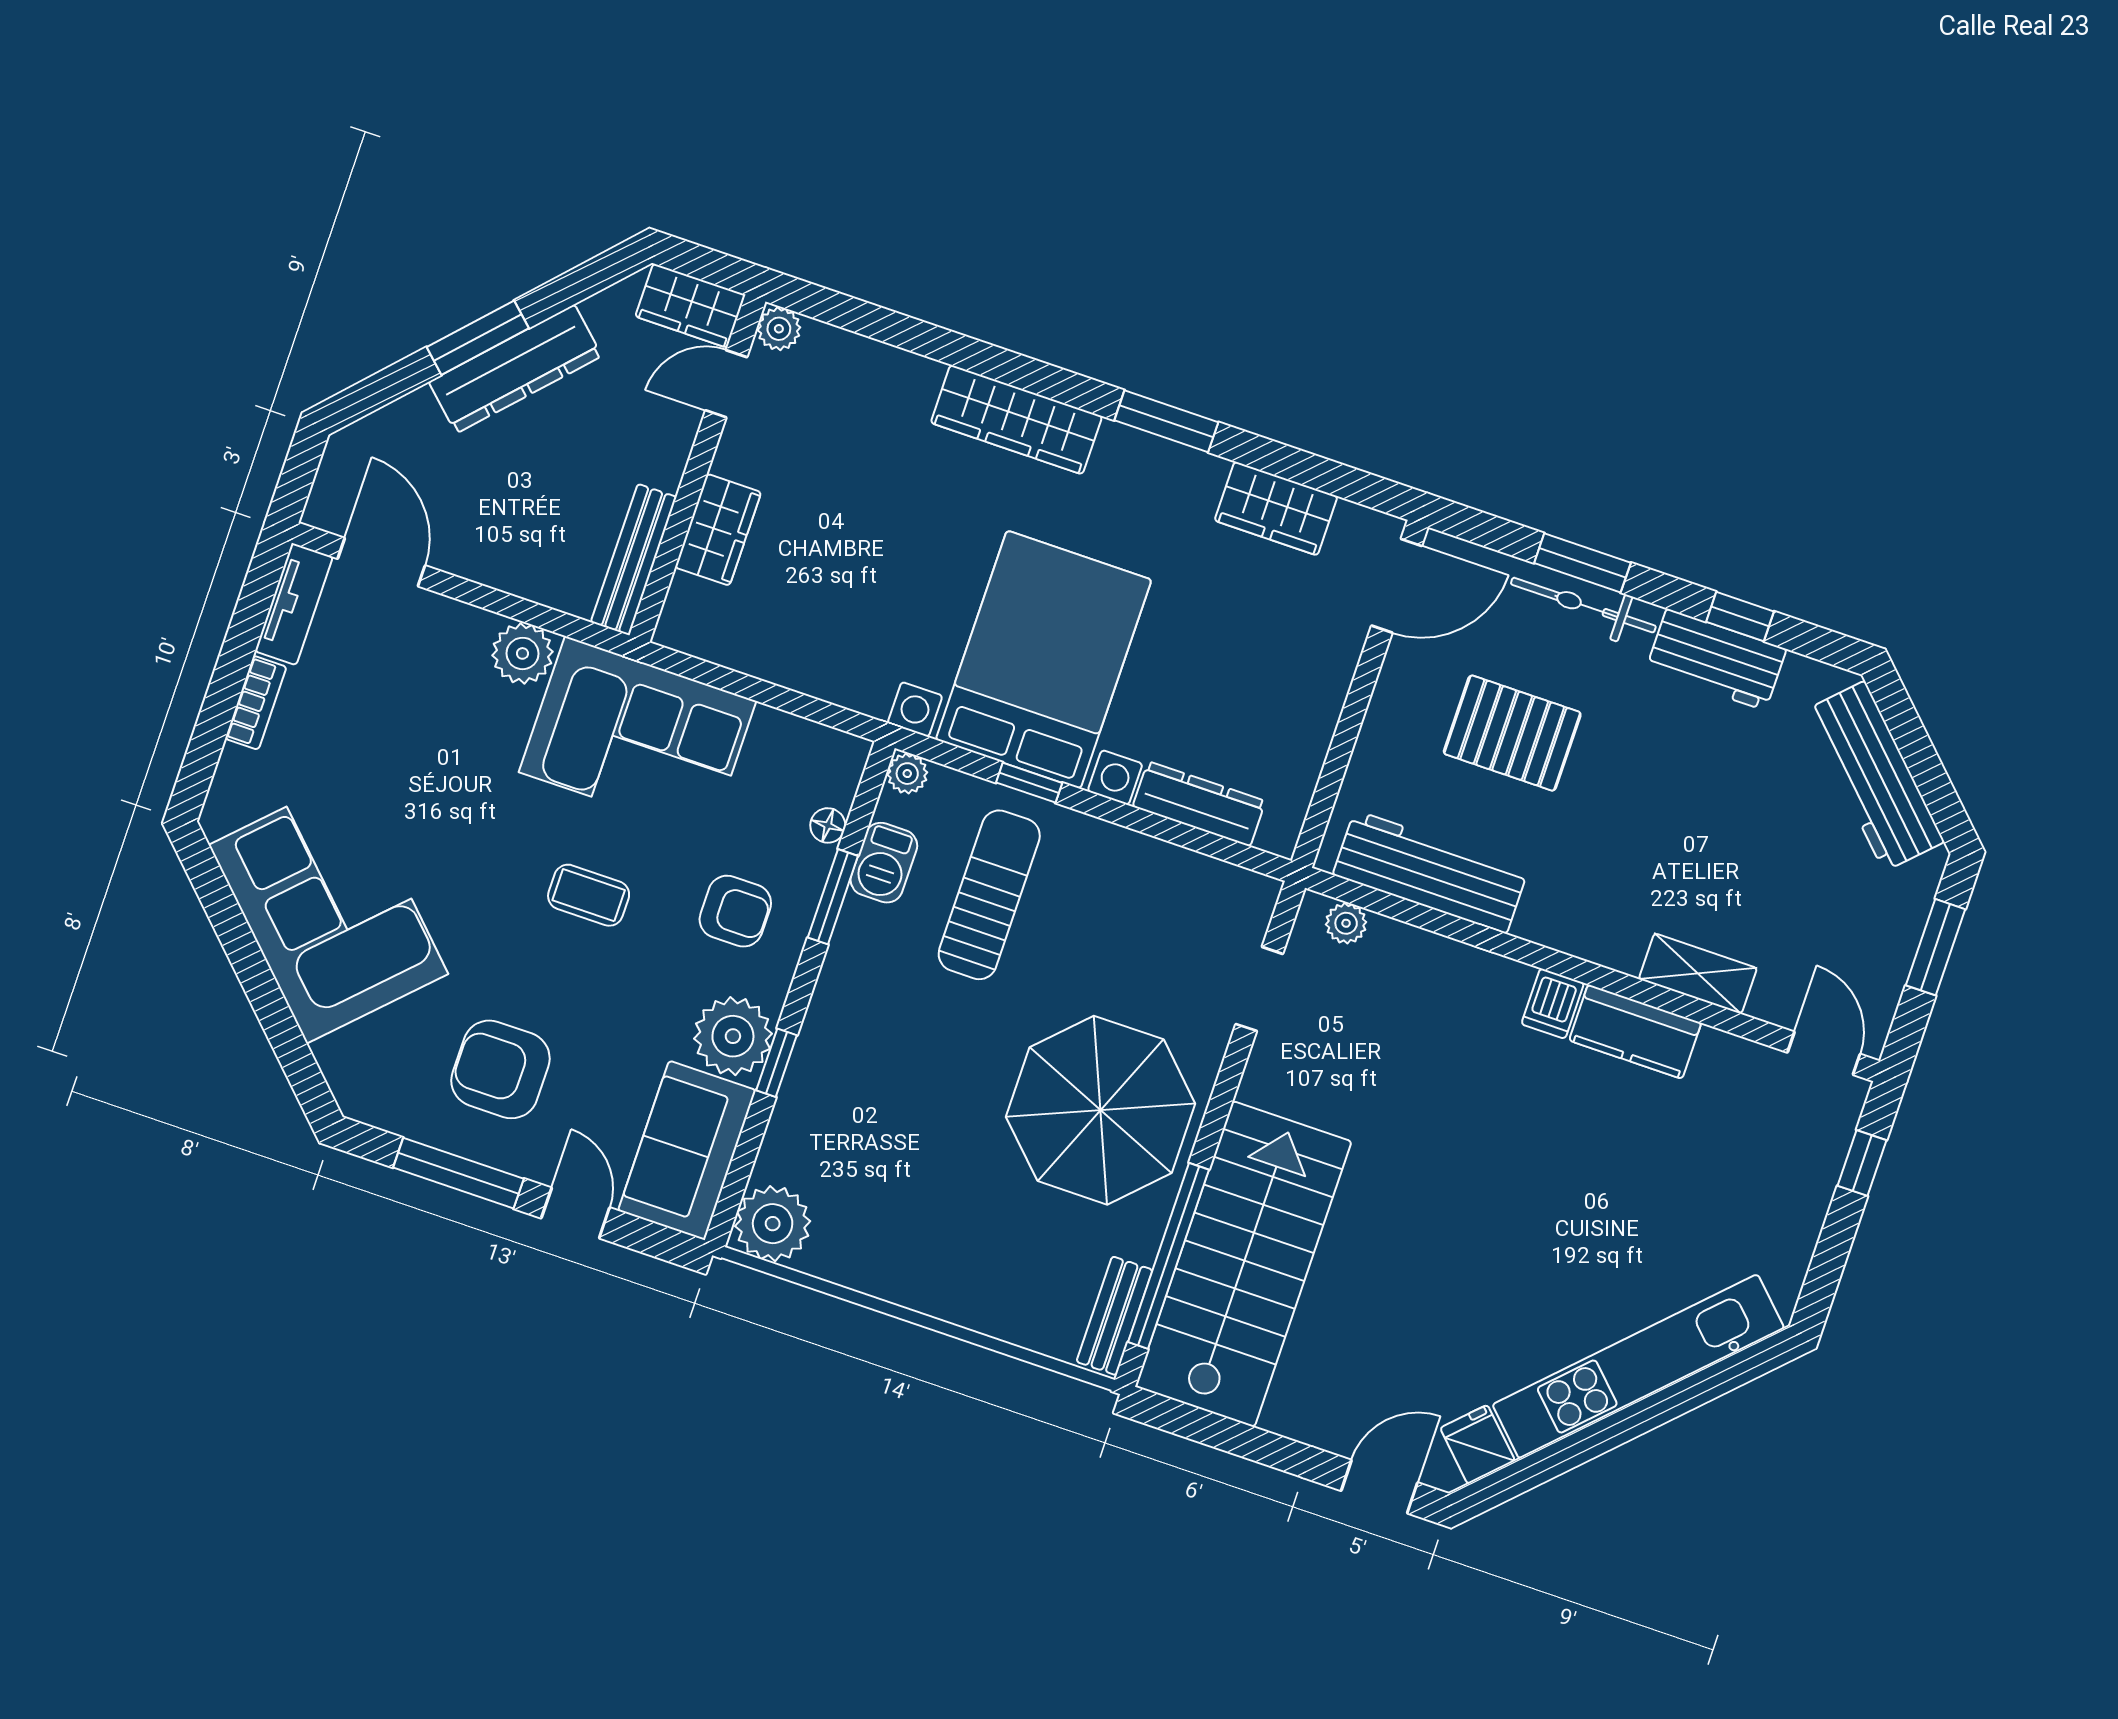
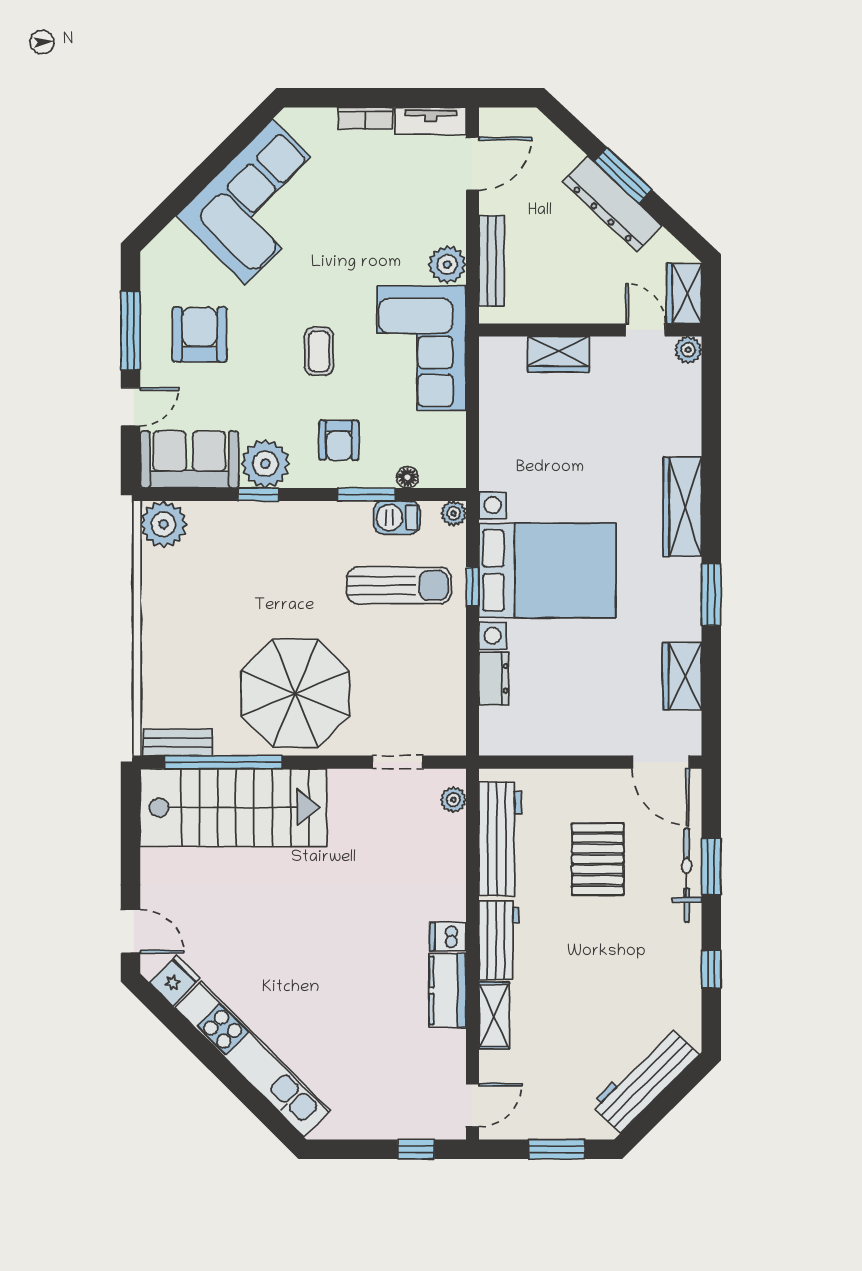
bench: (634, 560) -> (492, 261), moved, turned 90
workbench: (1716, 660) -> (499, 940), moved, turned 180
dresser: (1199, 804) -> (494, 678), width x0.70

